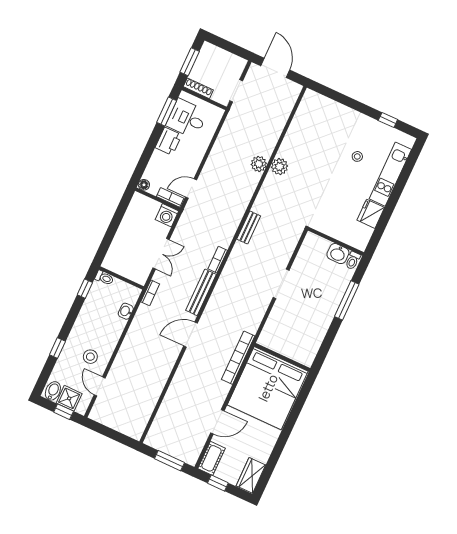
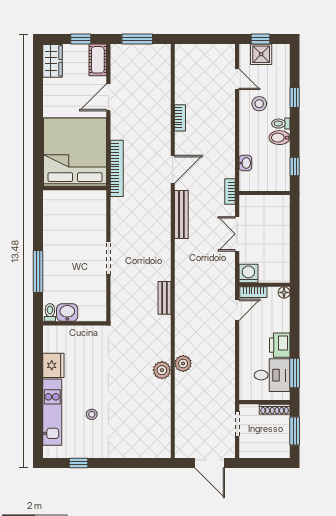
bookcase: (218, 260) -> (180, 118), moved
toilet: (104, 278) -> (281, 124), moved
bidet: (53, 391) -> (279, 138), moved, turned 90

